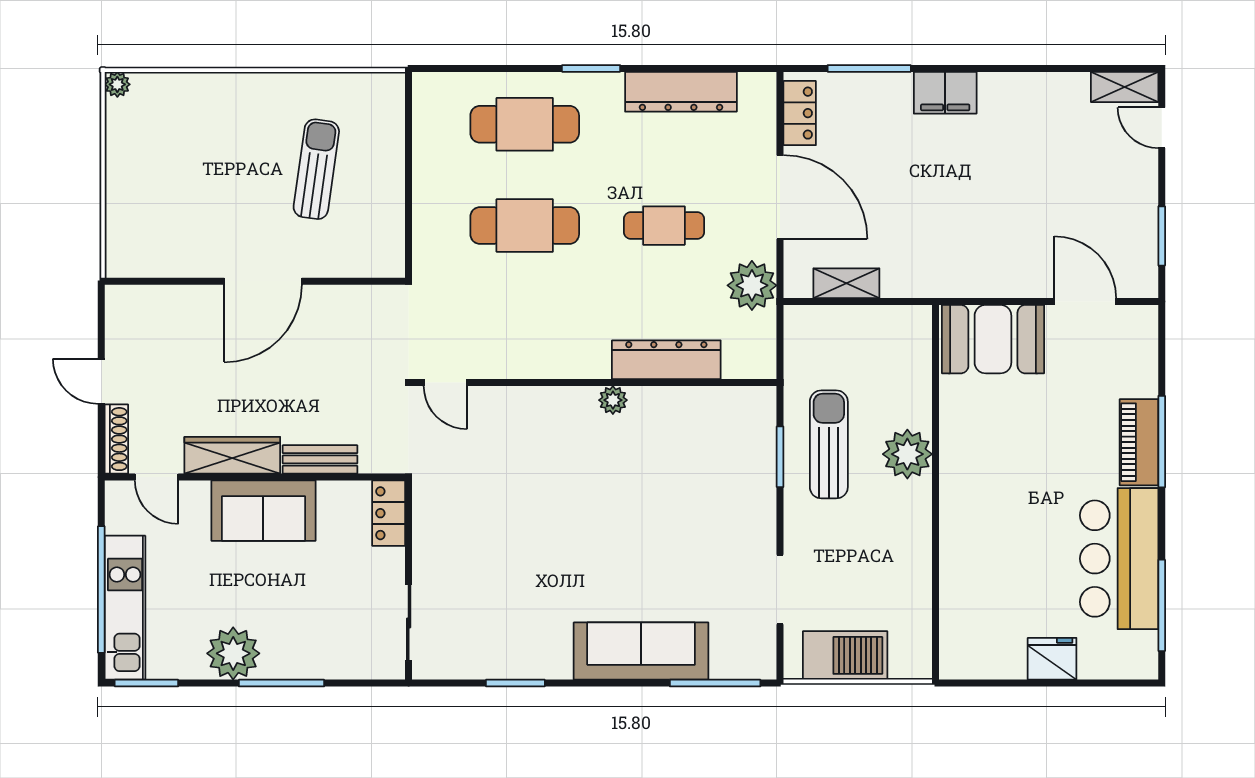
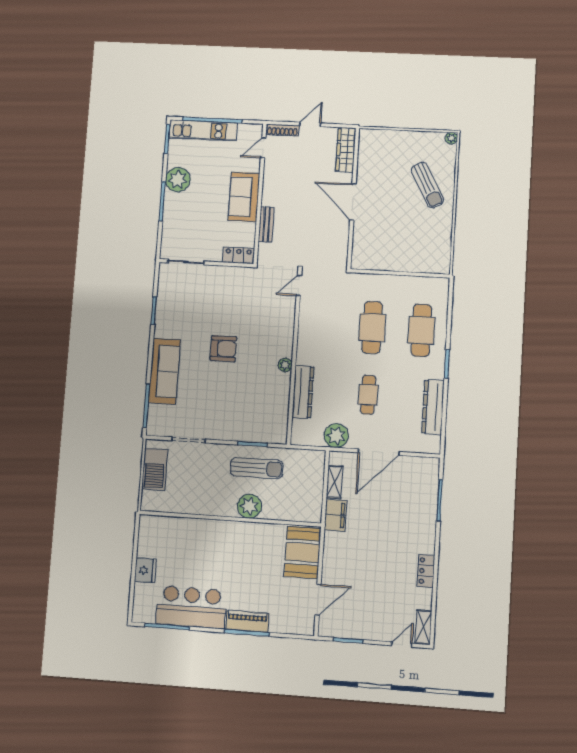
filing cabinet: (945, 93) -> (335, 515), moved, turned 180
locker: (800, 113) -> (426, 571), moved, turned 90
sun lounger: (316, 169) -> (427, 185), moved, turned 54
wardrobe: (232, 455) -> (346, 150), moved, turned 180
armchair: (586, 531) -> (223, 349), added

